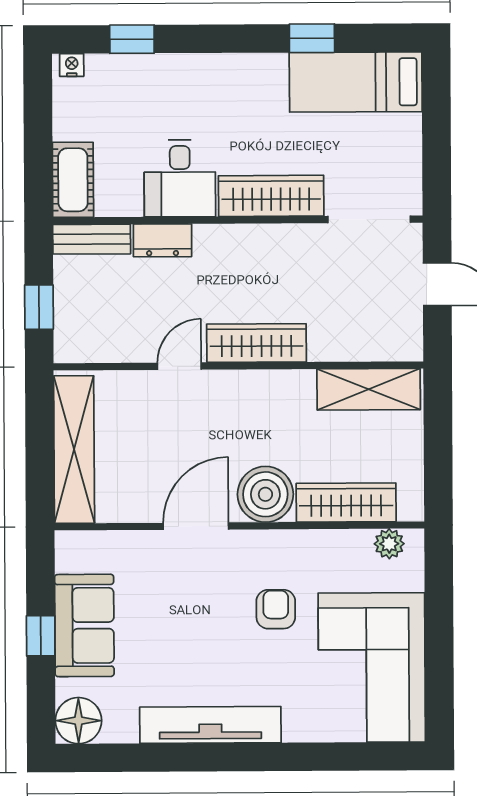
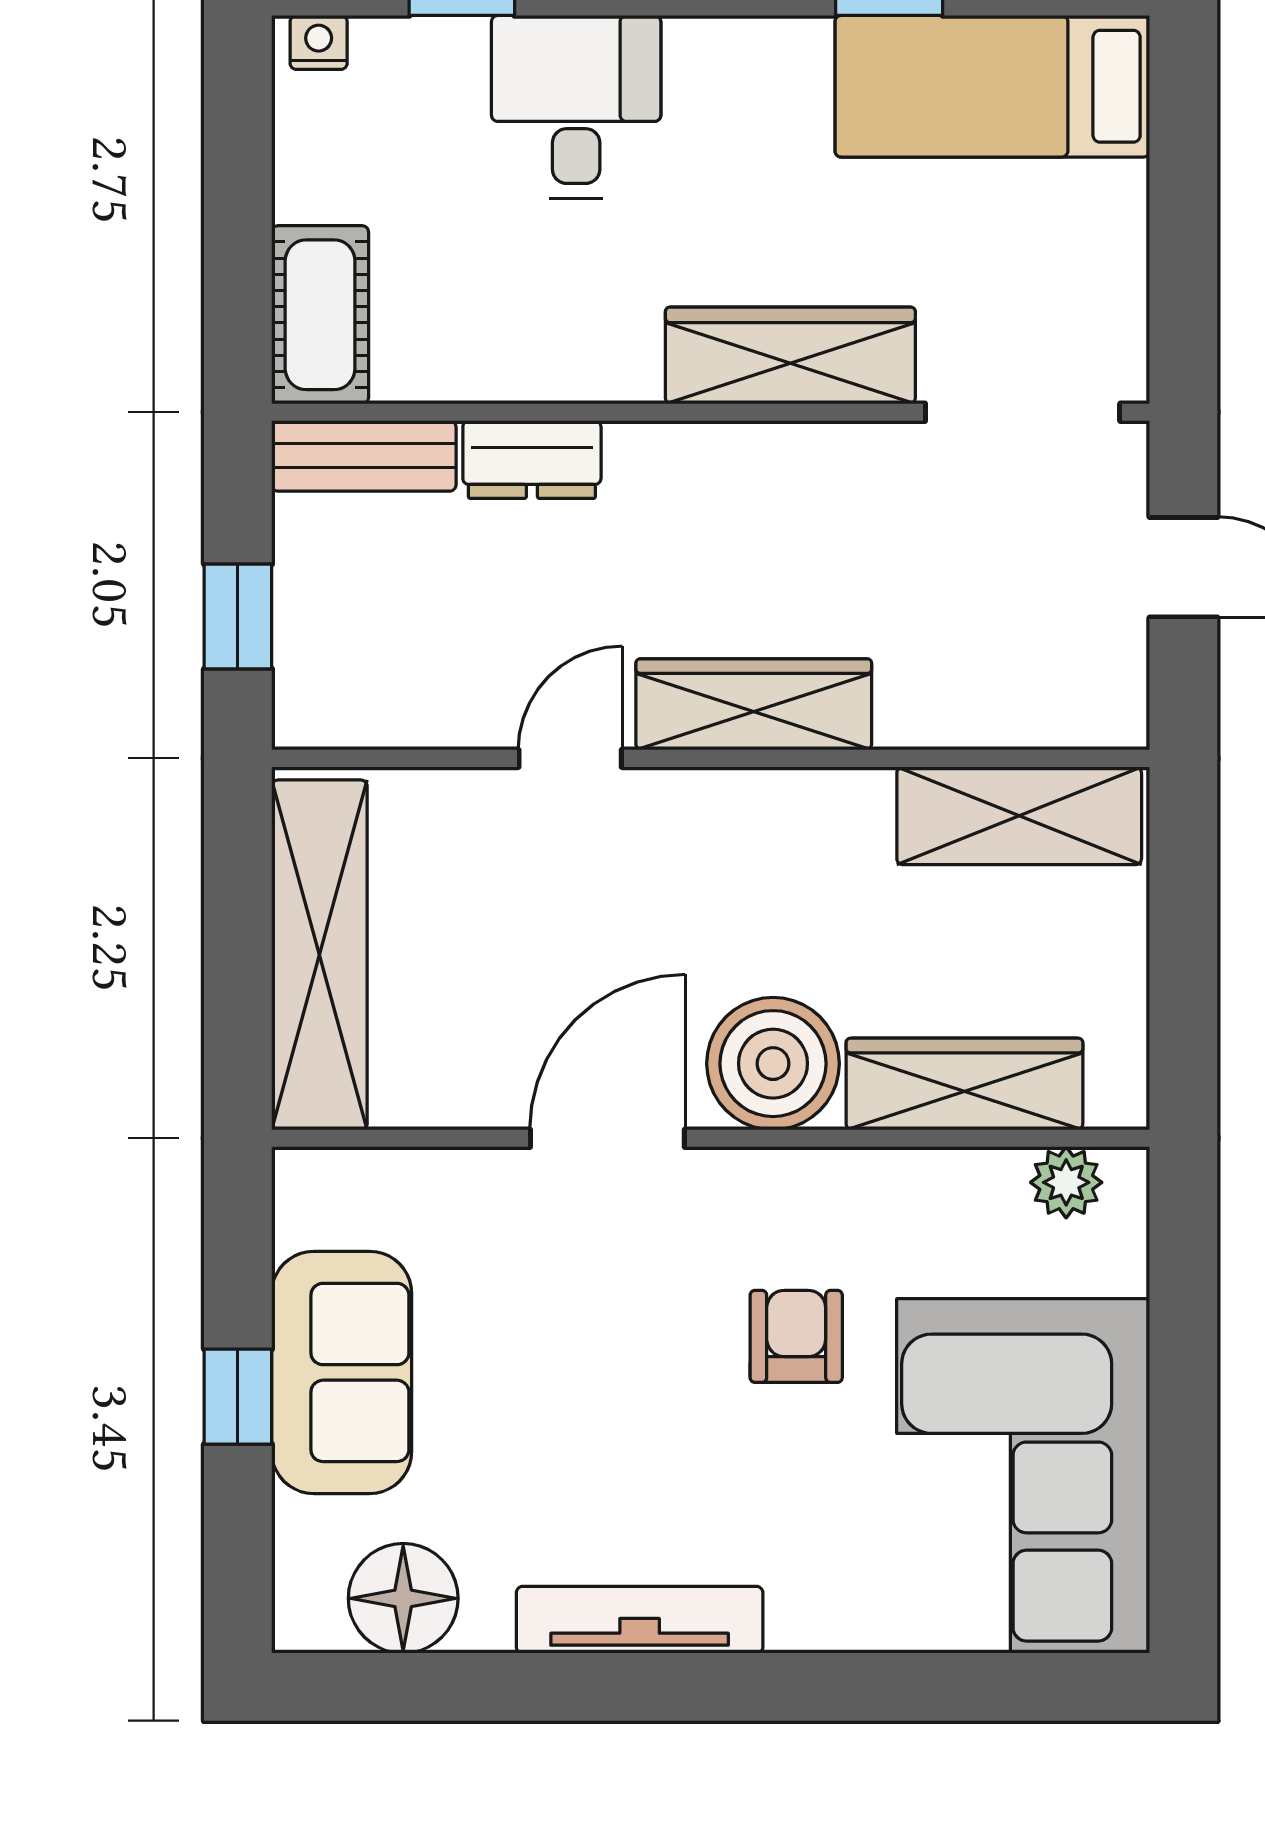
desk: (180, 178) -> (576, 107), moved, turned 180
floor lamp: (78, 721) -> (403, 1598), moved
tv unit: (210, 725) -> (640, 1620), width x0.73, depth x0.78

